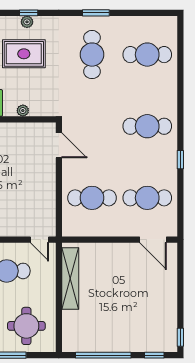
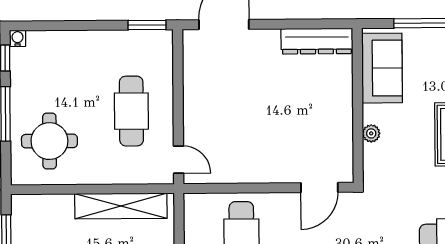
door: (39, 240) -> (179, 160), swing flipped

